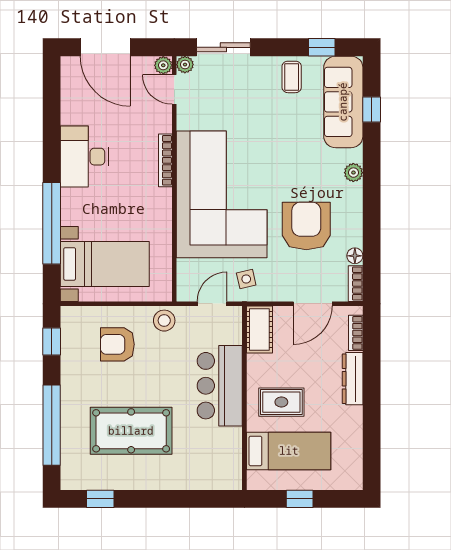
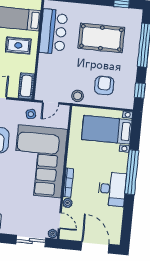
plant: (163, 65) -> (68, 203), moved
window: (52, 223) -> (132, 172), moved
armchair: (117, 344) -> (104, 85), turned -90
bar counter: (220, 386) -> (53, 32), moved

